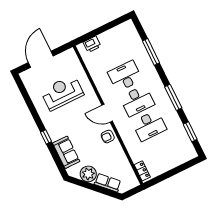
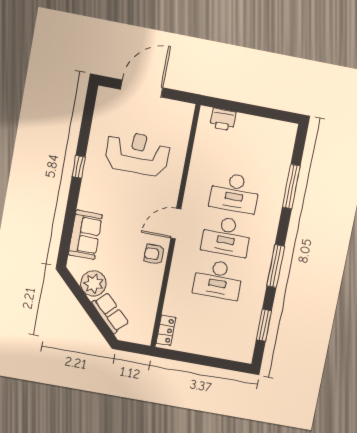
desk: (125, 76) -> (235, 193), turned 180
door: (107, 113) -> (176, 224), hinge flipped
window: (46, 137) -> (79, 167), moved

